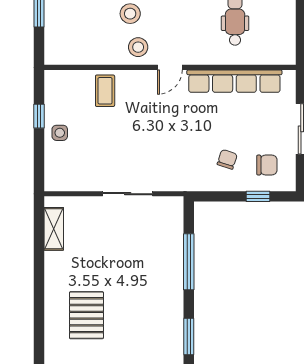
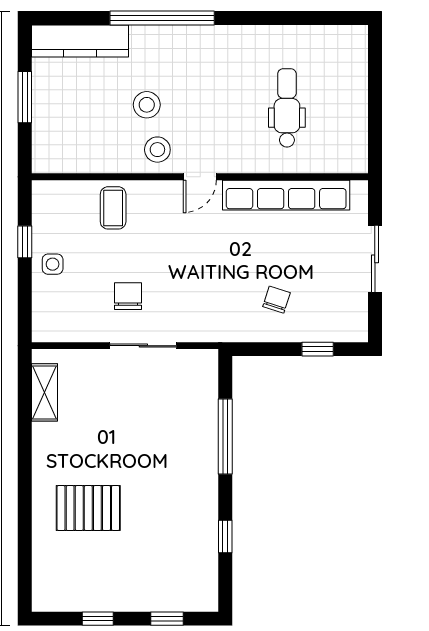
chair: (267, 165) -> (128, 296), moved, turned -90
pallet: (86, 315) -> (88, 508), turned 90
window: (189, 337) -> (225, 537), width x0.67

